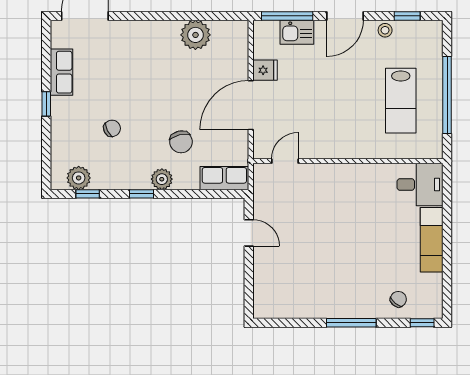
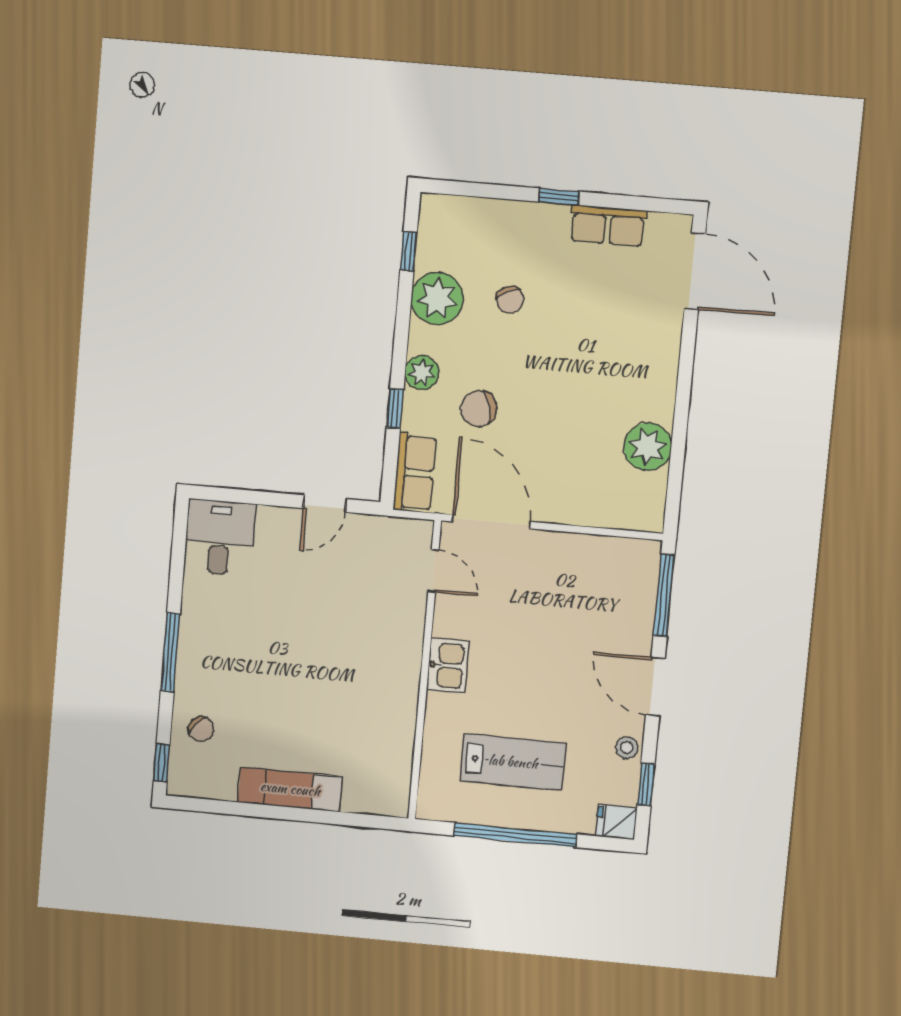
kitchen sink: (297, 32) -> (448, 665), moved, turned 180
fridge: (265, 70) -> (616, 822), moved, turned 90
lab bench: (401, 101) -> (513, 762), turned 180
door: (251, 105) -> (491, 522), moved
plant: (79, 178) -> (437, 298), moved, width x1.36, depth x1.36
desk: (420, 185) -> (220, 537), moved, turned 180
window: (141, 194) -> (395, 409), moved

